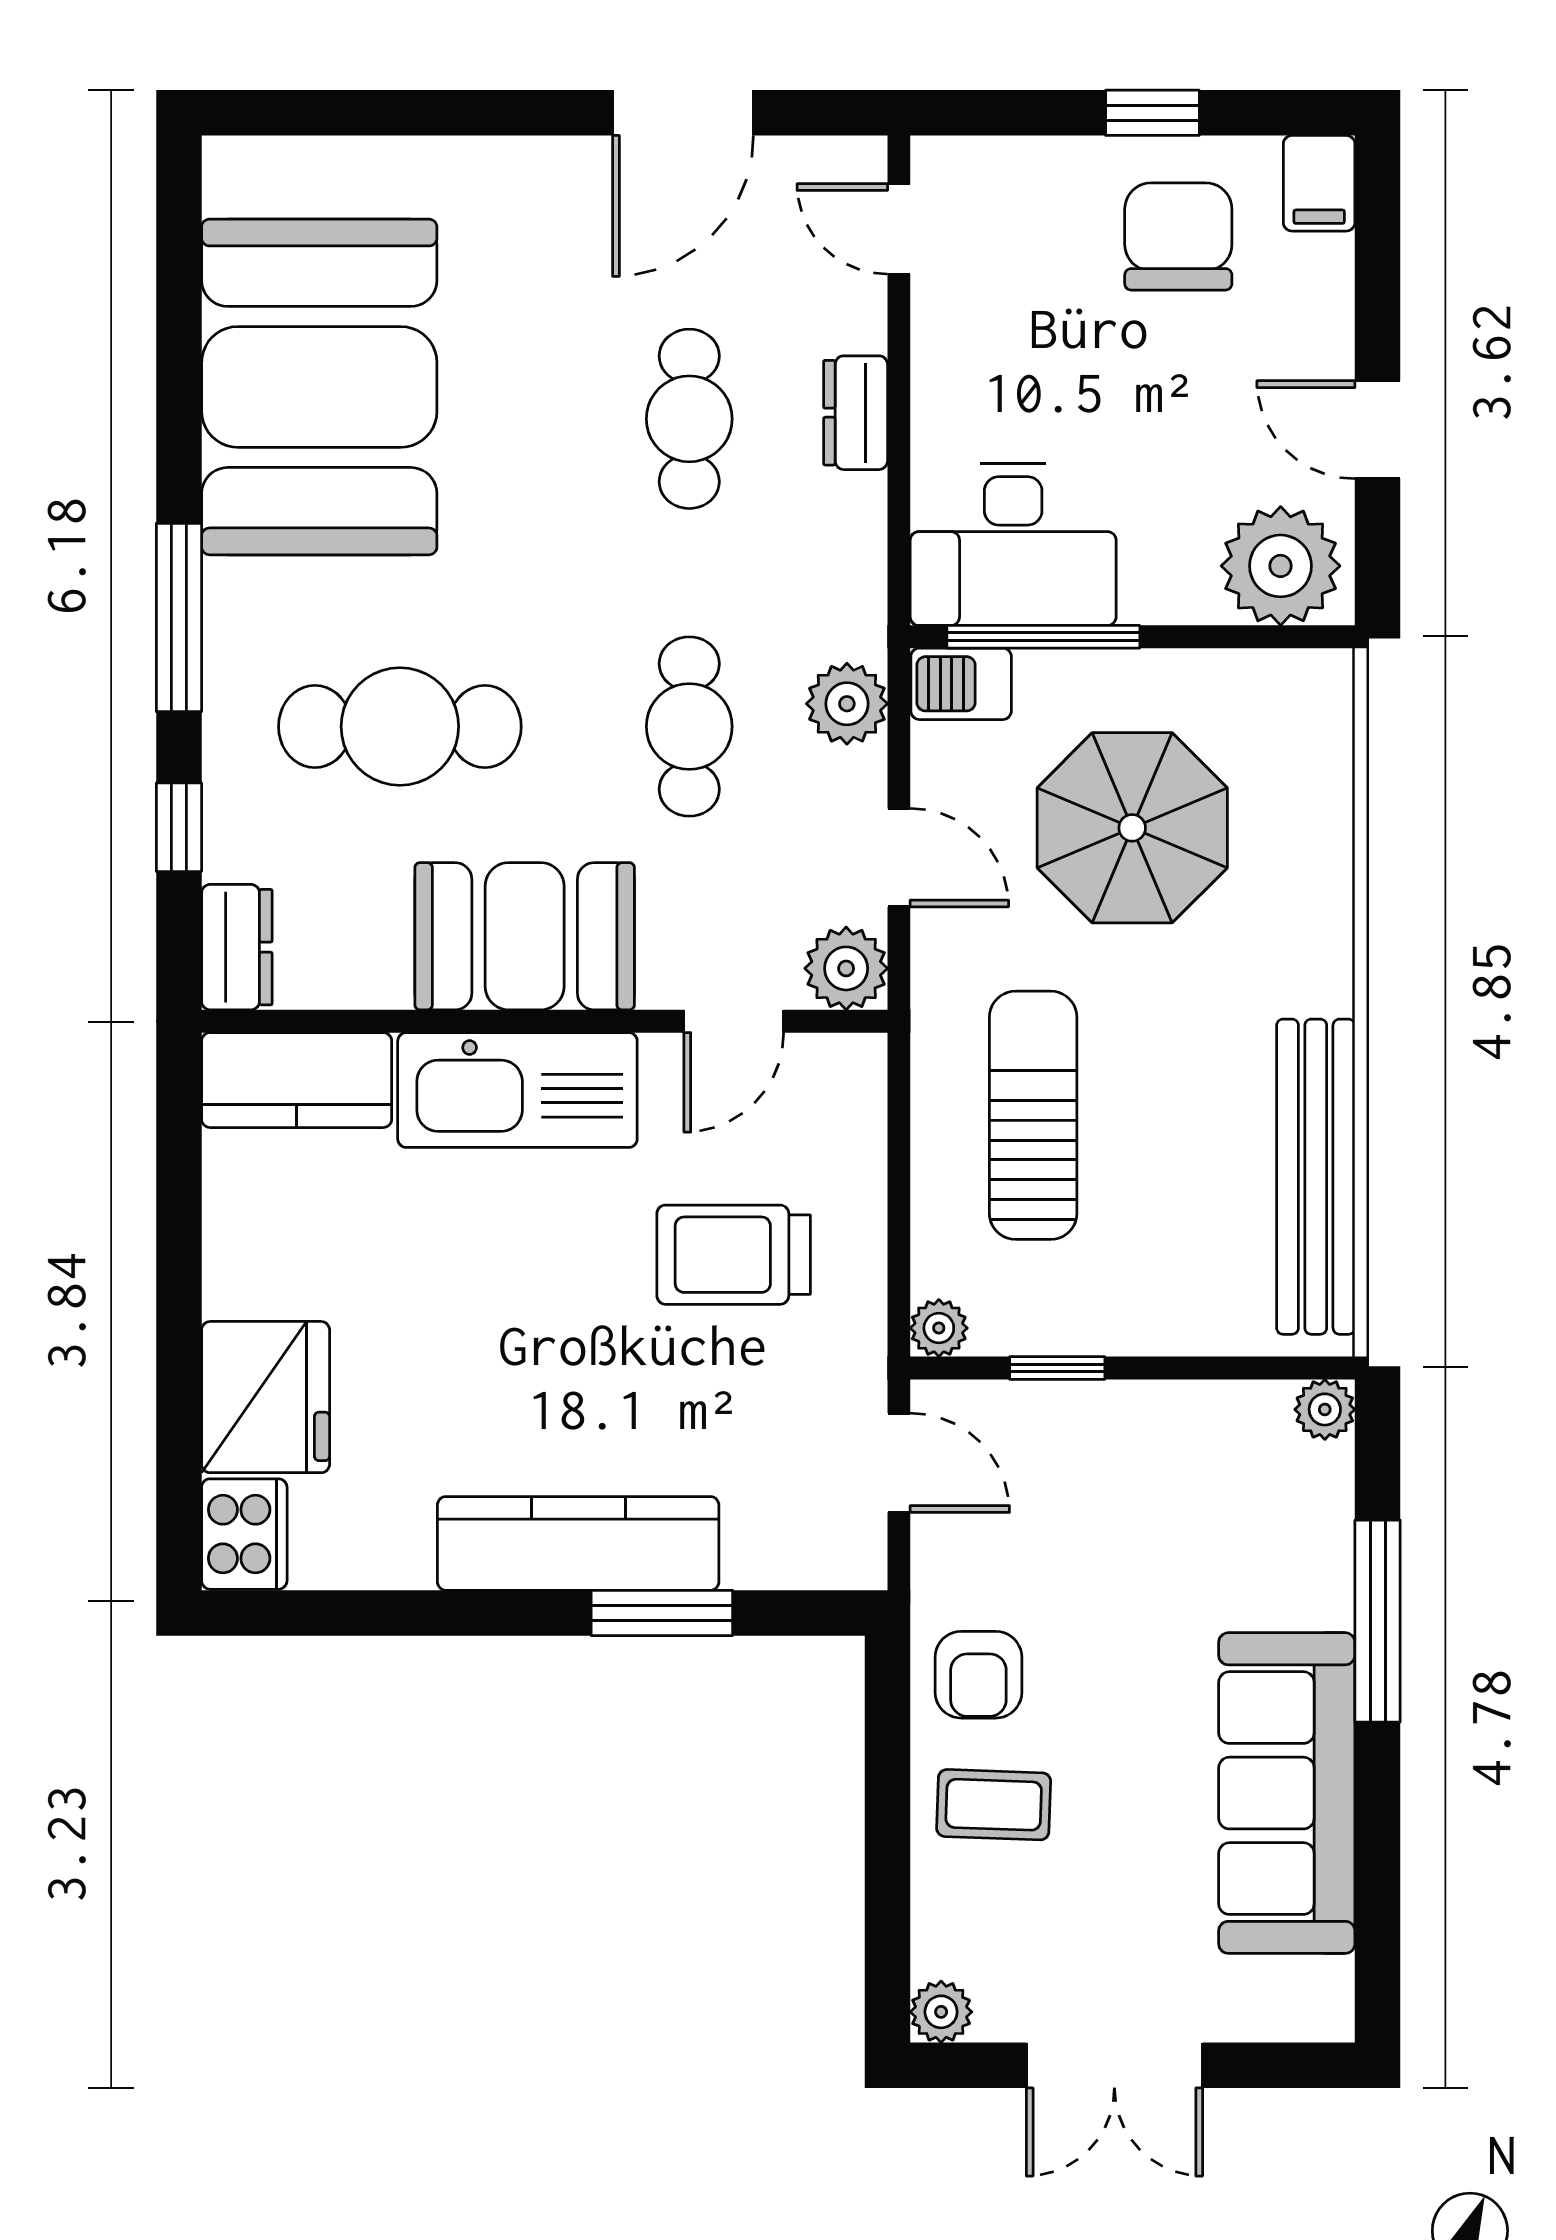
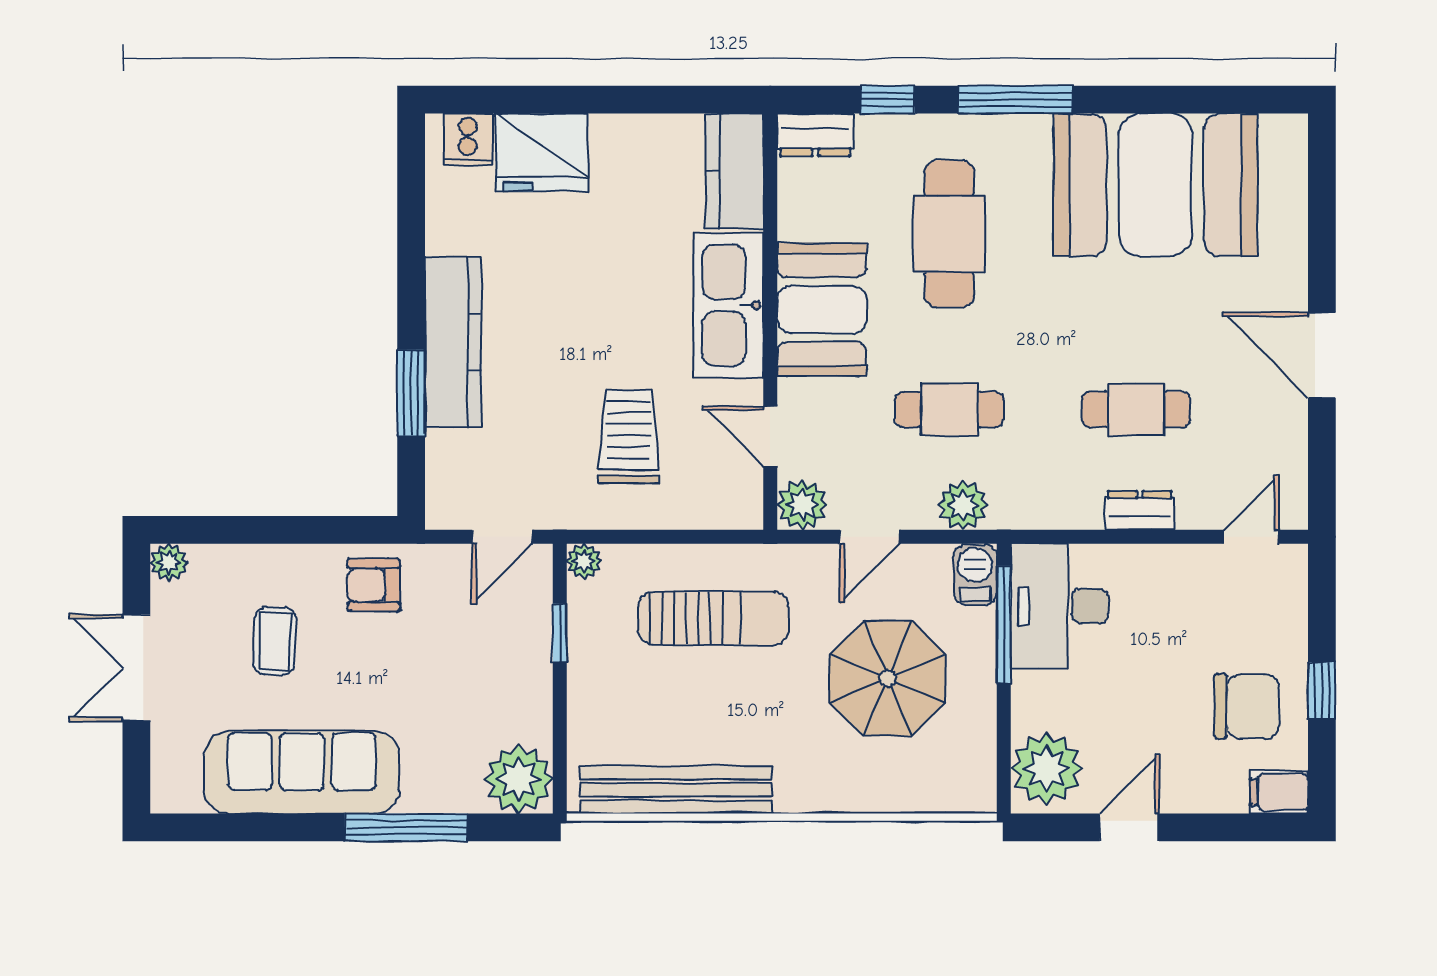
door: (683, 113) -> (1322, 355), moved
plant: (1325, 1409) -> (519, 779), width x1.88, depth x1.88
cooker: (244, 1534) -> (468, 139), width x0.73
coffee table: (994, 1805) -> (275, 641), moved

